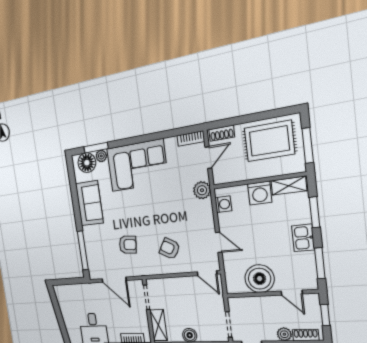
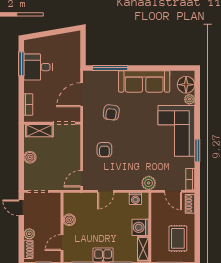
rug: (269, 141) -> (178, 238), width x0.73, depth x0.70
window: (96, 148) -> (197, 151), moved
sofa: (89, 203) -> (144, 81), width x1.36
armchair: (170, 249) -> (104, 150), turned 150
boiler: (260, 279) -> (69, 220), width x0.54, depth x0.54

